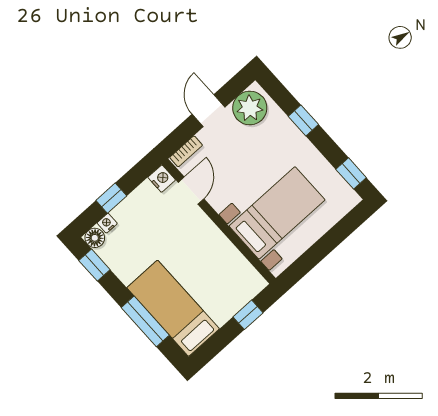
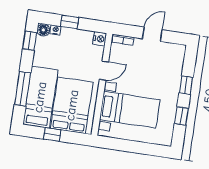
plant: (250, 108) -> (170, 54), removed
window: (351, 173) -> (181, 116), moved
door: (191, 191) -> (104, 71), moved
bed: (214, 279) -> (72, 105), added
window: (248, 315) -> (52, 134), moved

